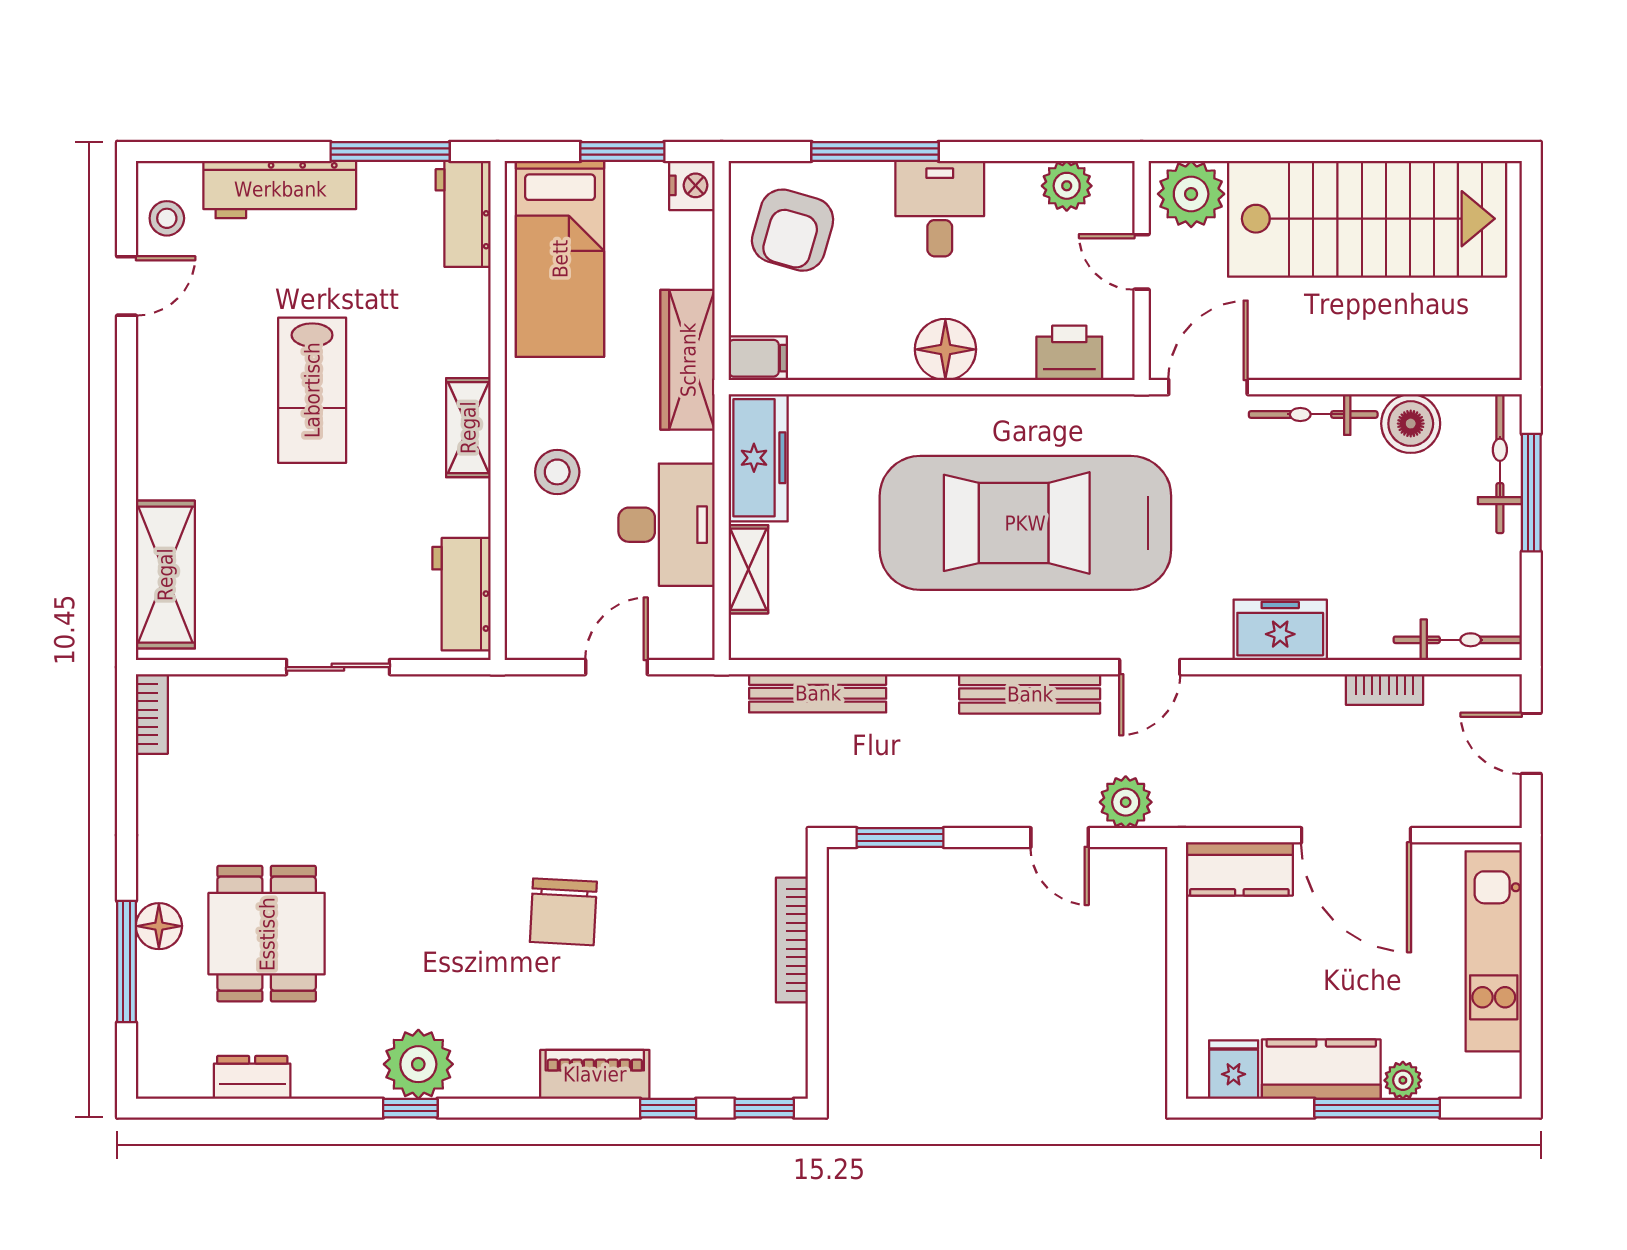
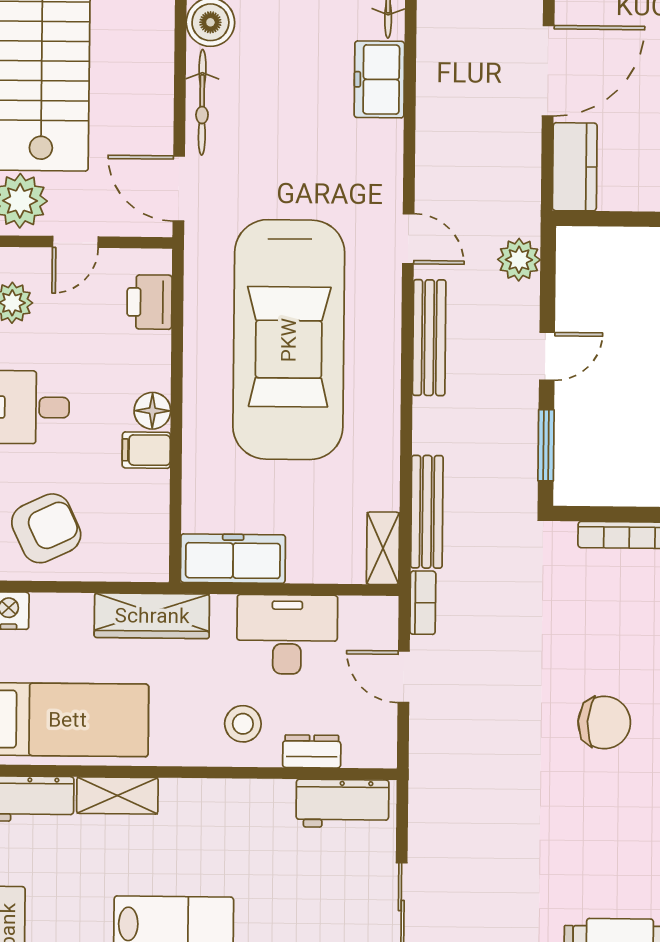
armchair: (793, 230) -> (46, 528), turned -41
floor lamp: (945, 349) -> (152, 411), width x0.73, depth x0.73
filing cabinet: (758, 358) -> (146, 450), moved, turned -90
shelving: (468, 428) -> (117, 795), moved
dresser: (524, 556) -> (312, 751), added
shelving: (748, 569) -> (383, 548), moved, turned 90
freezer: (1280, 630) -> (379, 79), moved
bookcase: (1384, 690) -> (423, 603), moved
door: (1060, 837) -> (547, 356), moved

